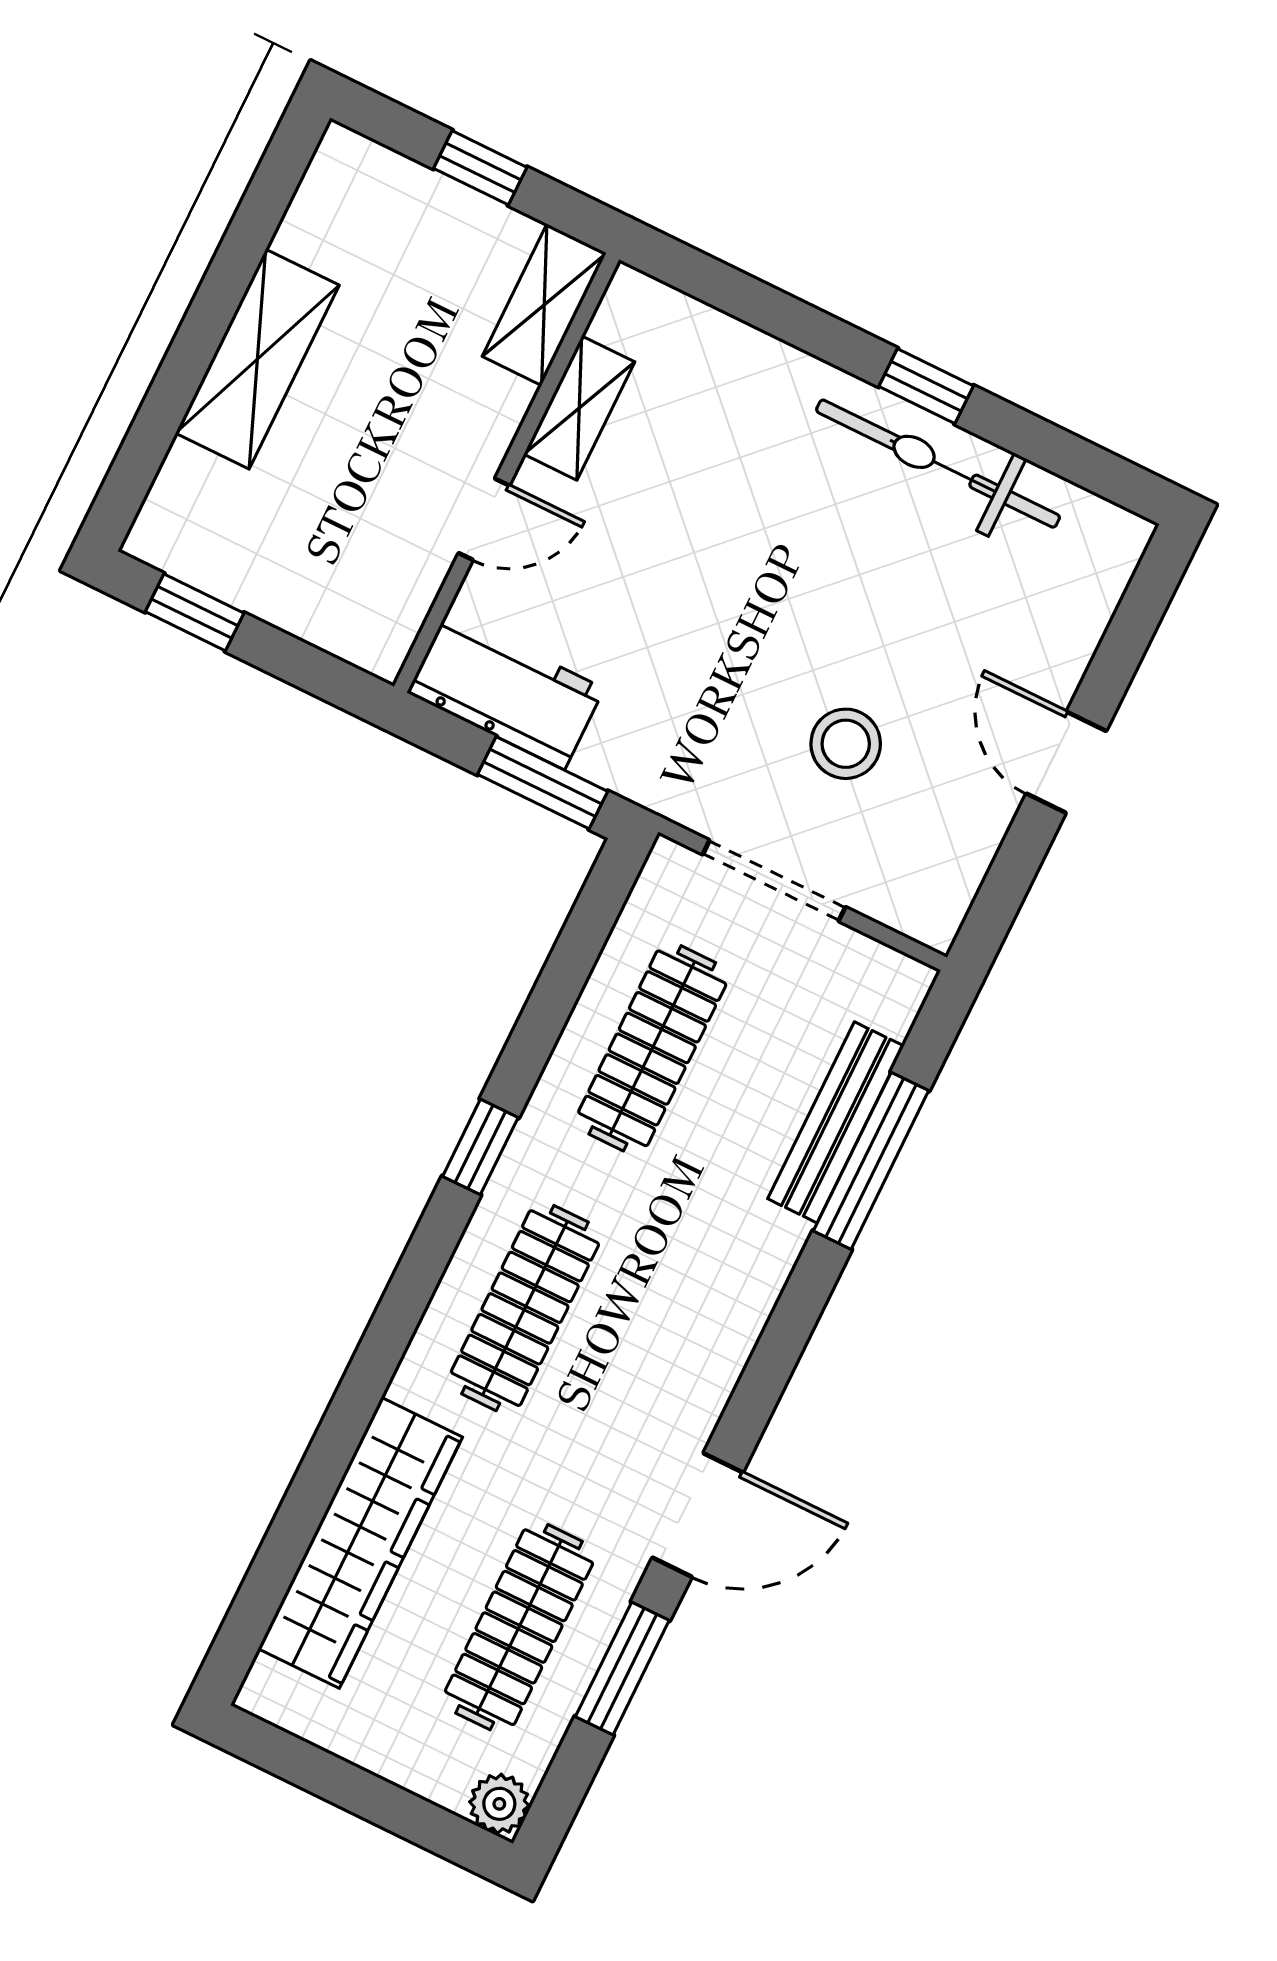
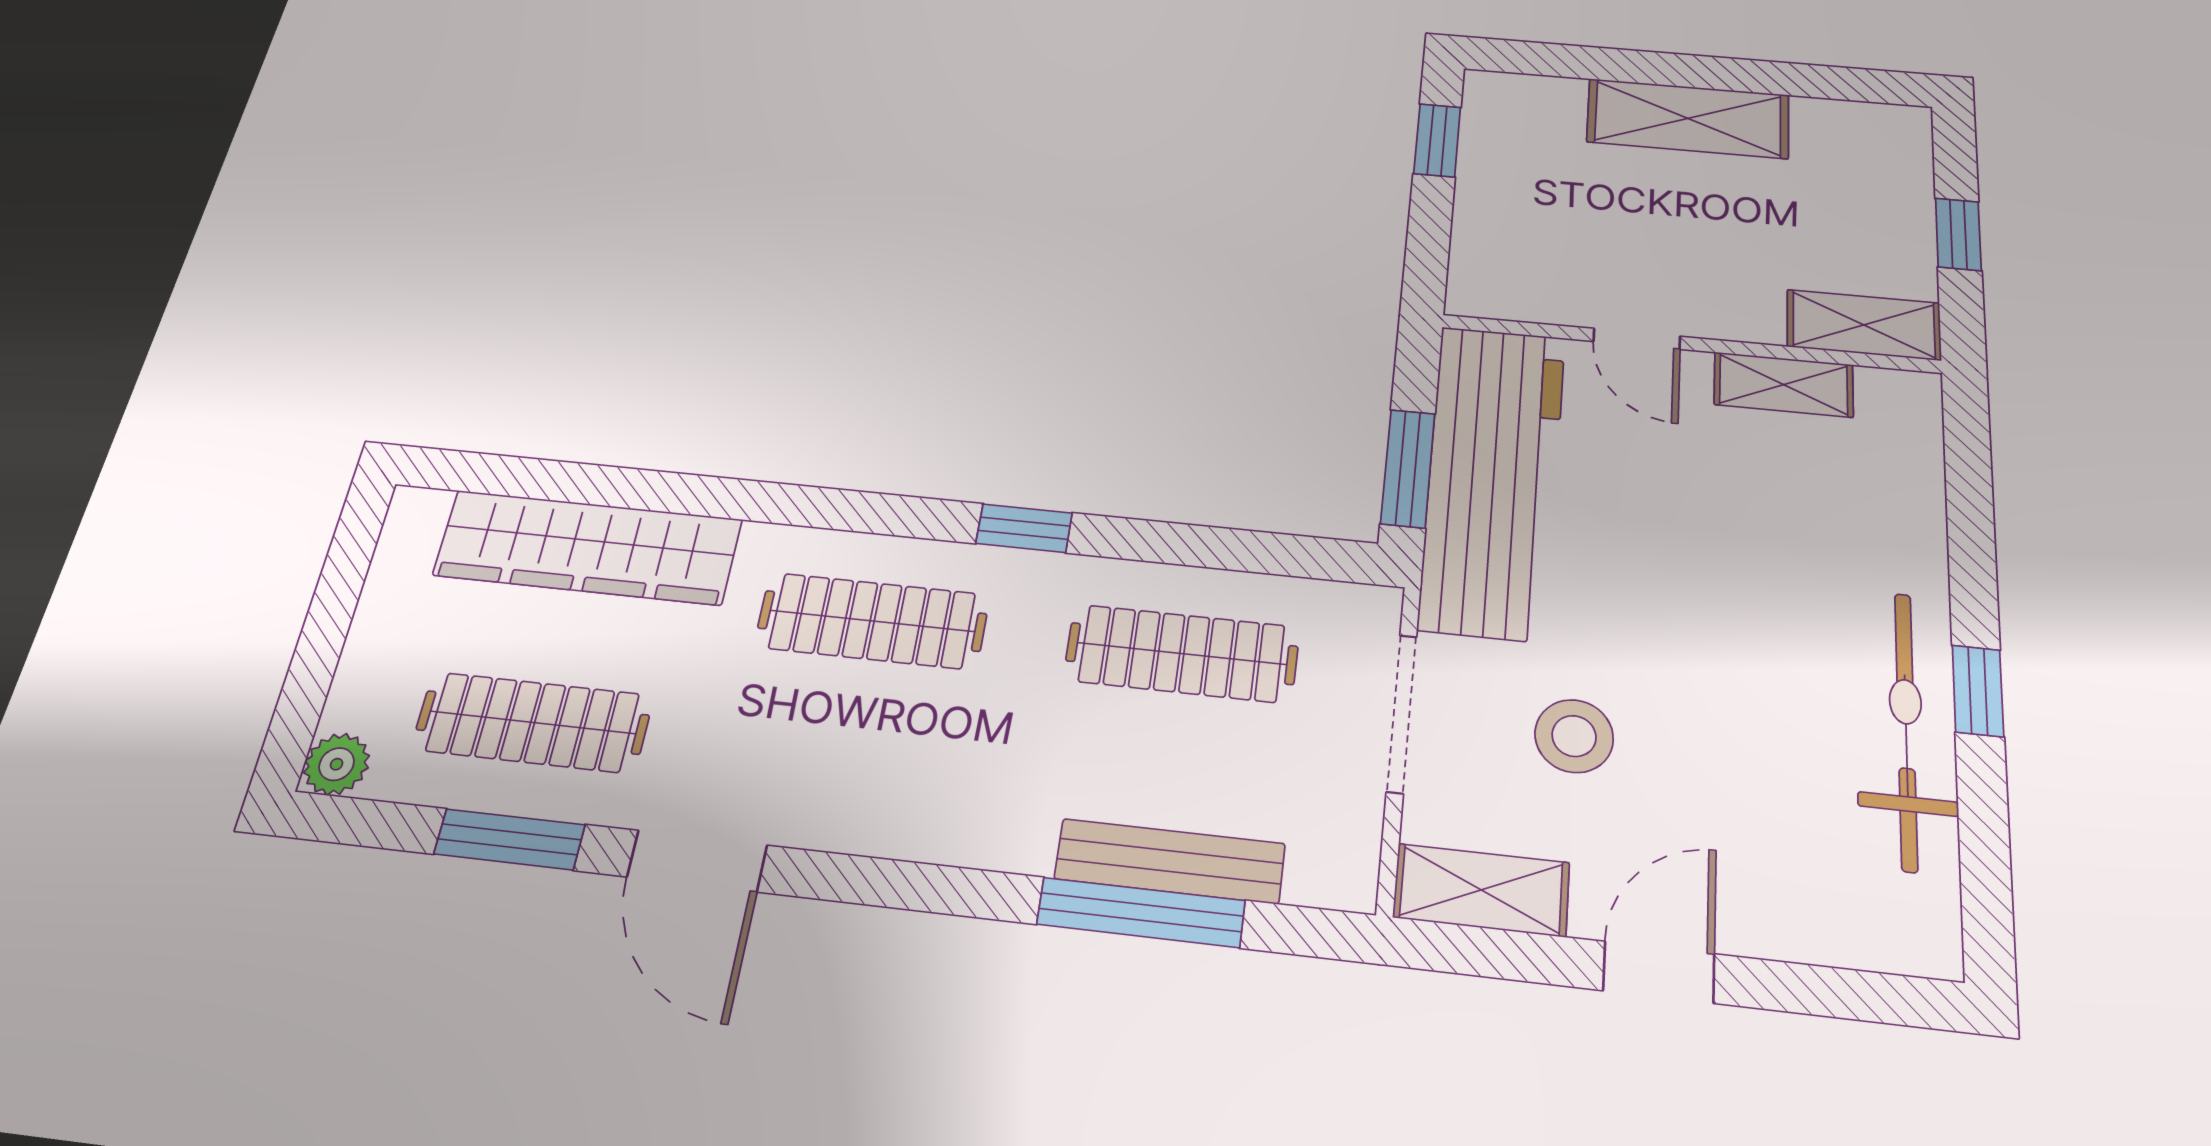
workbench: (506, 691) -> (1493, 480), width x1.88, depth x1.32
shelving: (950, 876) -> (1481, 890), added

